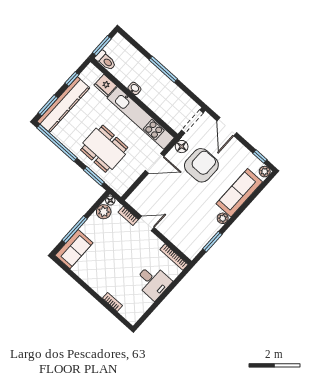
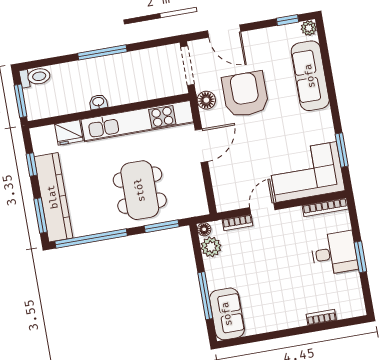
toilet: (106, 60) -> (35, 77), moved
dining table: (104, 149) -> (140, 190), turned 90
plant: (223, 218) -> (324, 117), removed
corner sofa: (185, 232) -> (306, 172), added
window: (162, 297) -> (360, 257), added

